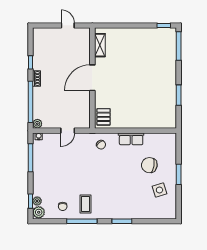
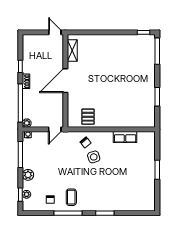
shelving: (100, 45) -> (72, 50), moved
door: (92, 78) -> (65, 81), moved
wall: (92, 78) -> (65, 81), moved
row of seats: (131, 139) -> (125, 137), moved
chair: (149, 165) -> (130, 161), removed
side table: (159, 190) -> (94, 157), moved
plant: (39, 212) -> (28, 175), moved

